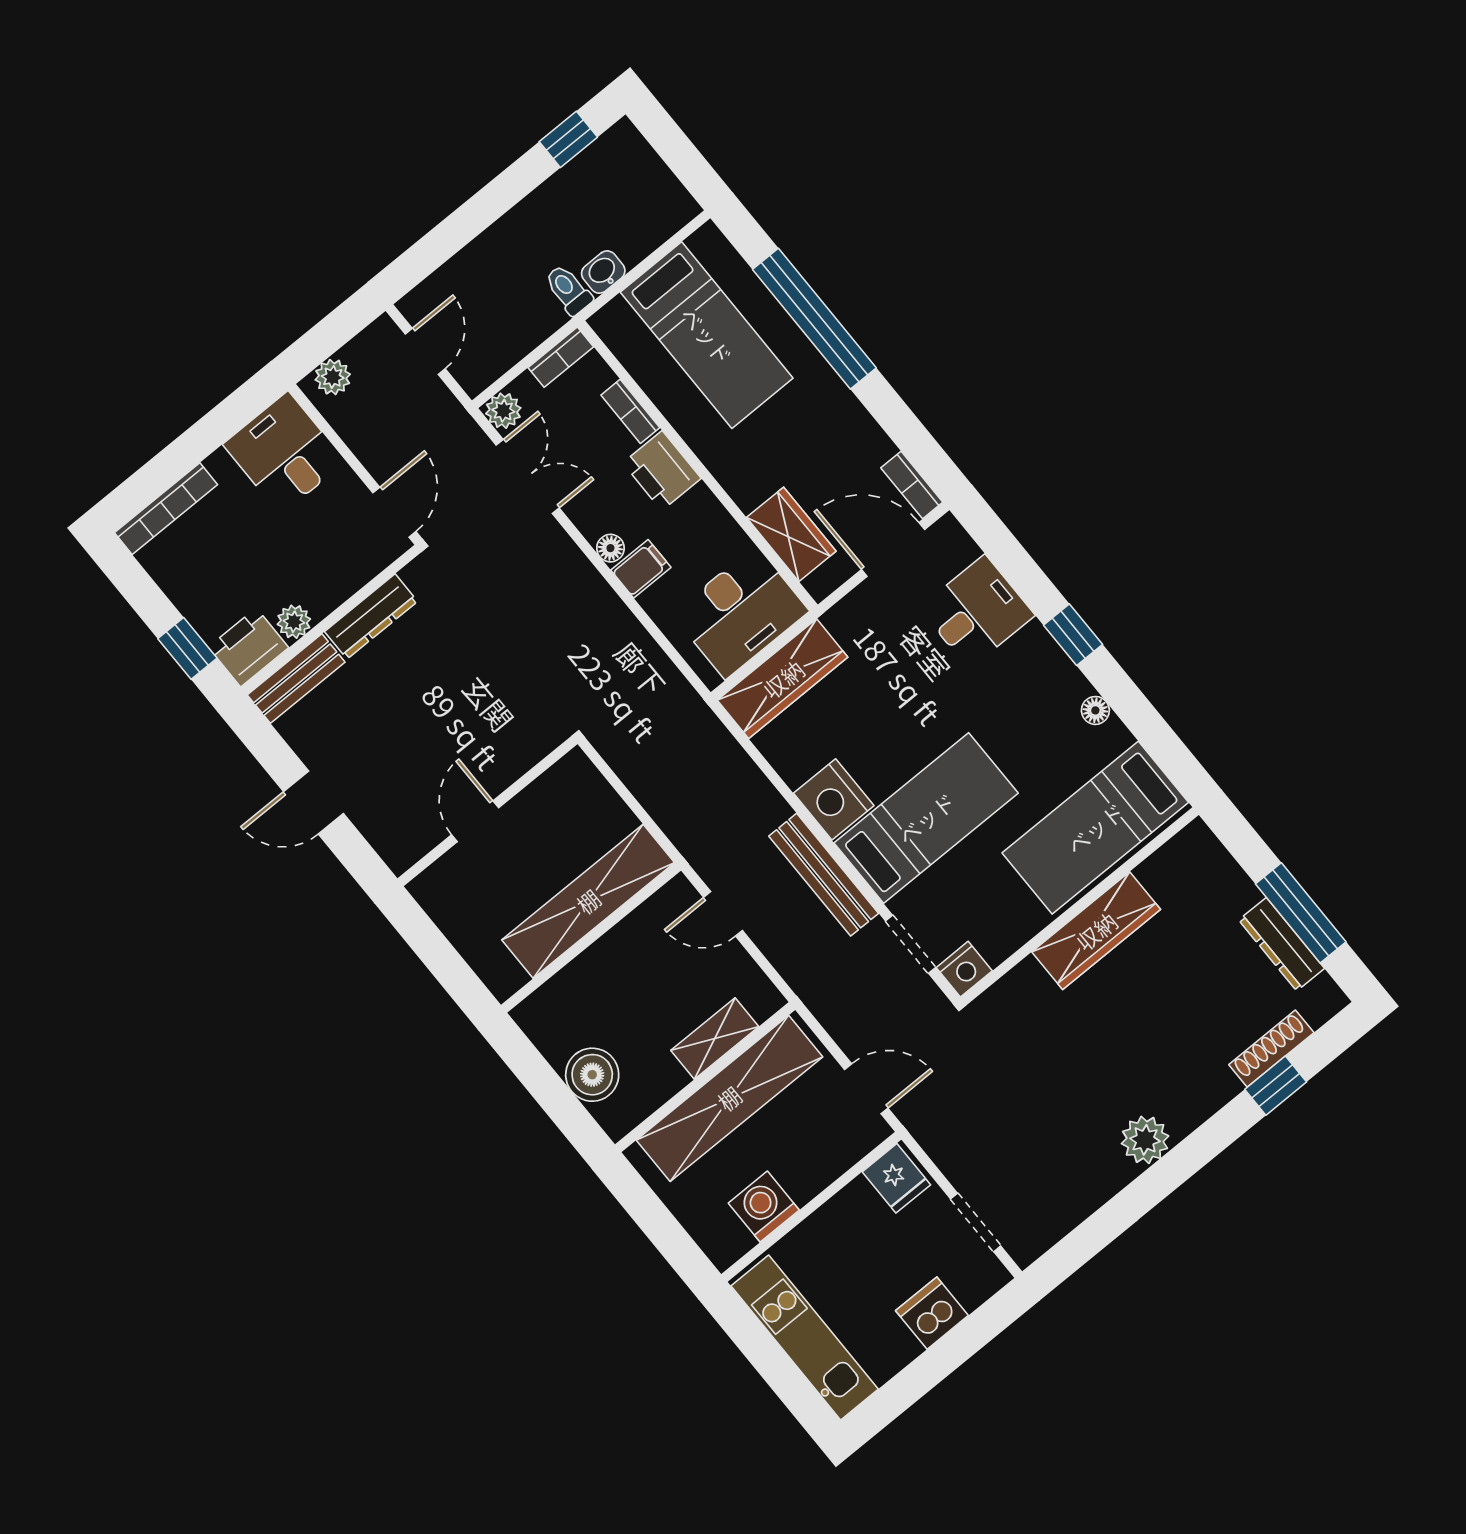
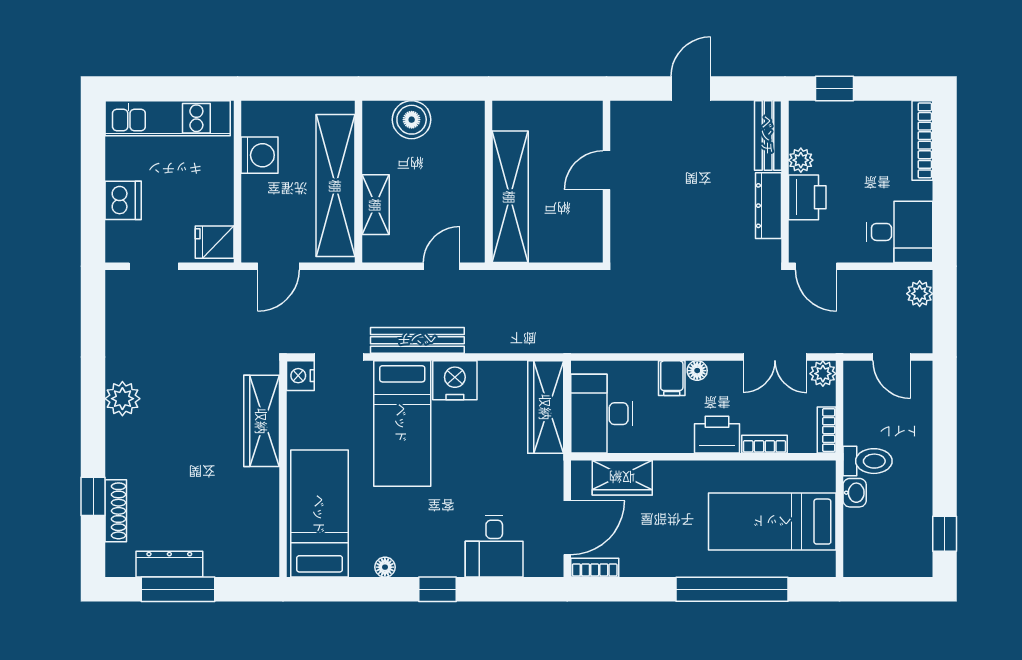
toilet: (568, 290) -> (868, 461), width x1.37, depth x1.39
printer: (248, 647) -> (807, 197), moved
door: (475, 821) -> (607, 170), swing flipped
wardrobe: (1096, 931) -> (262, 421), moved

